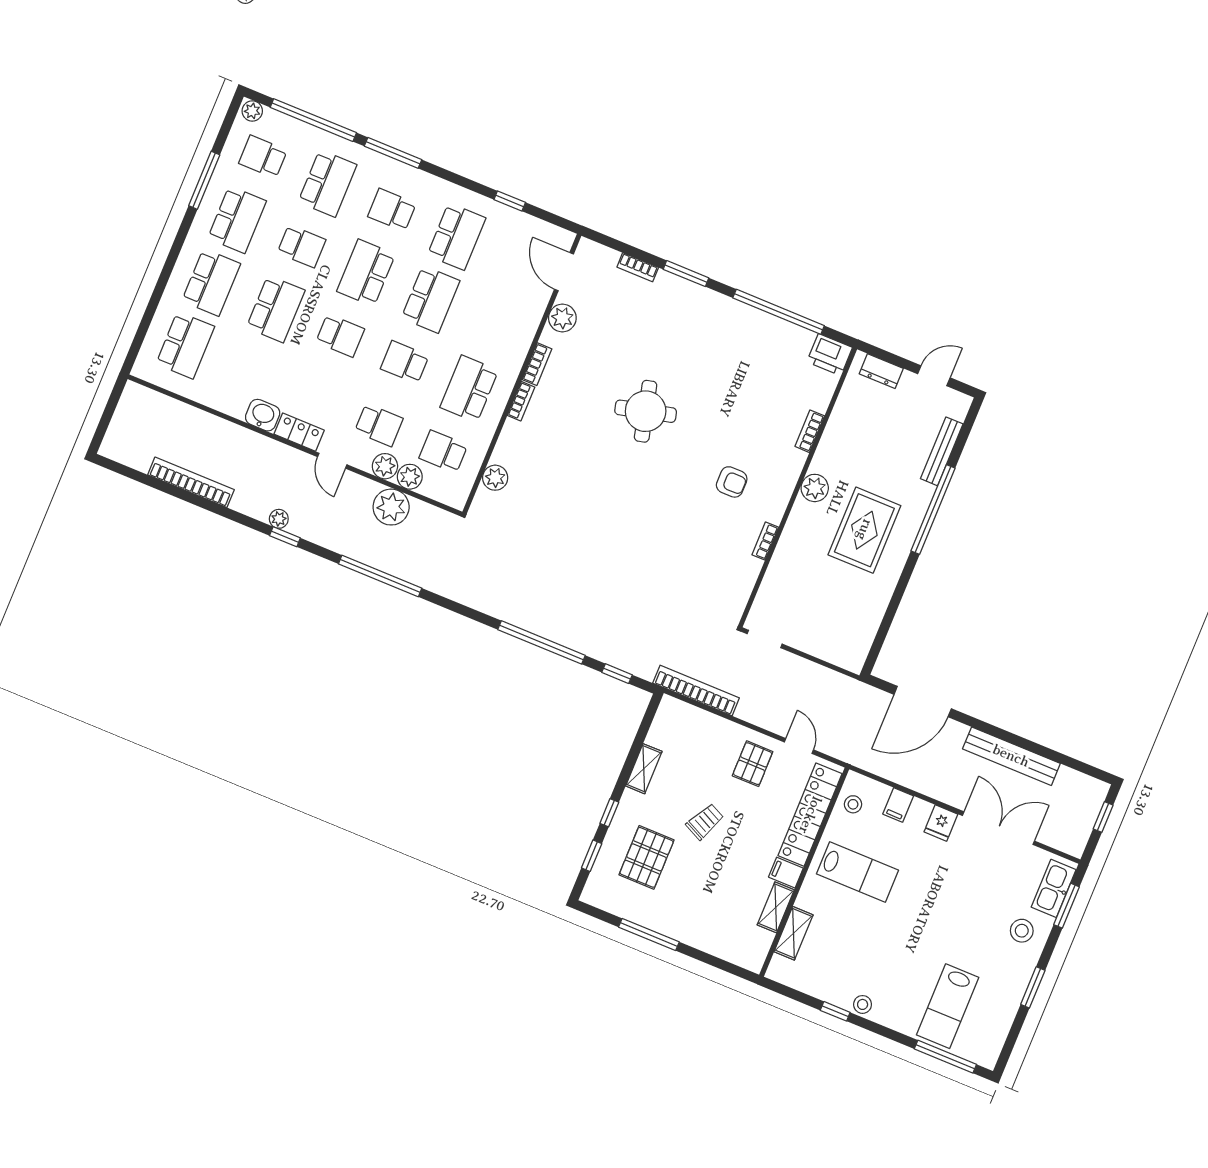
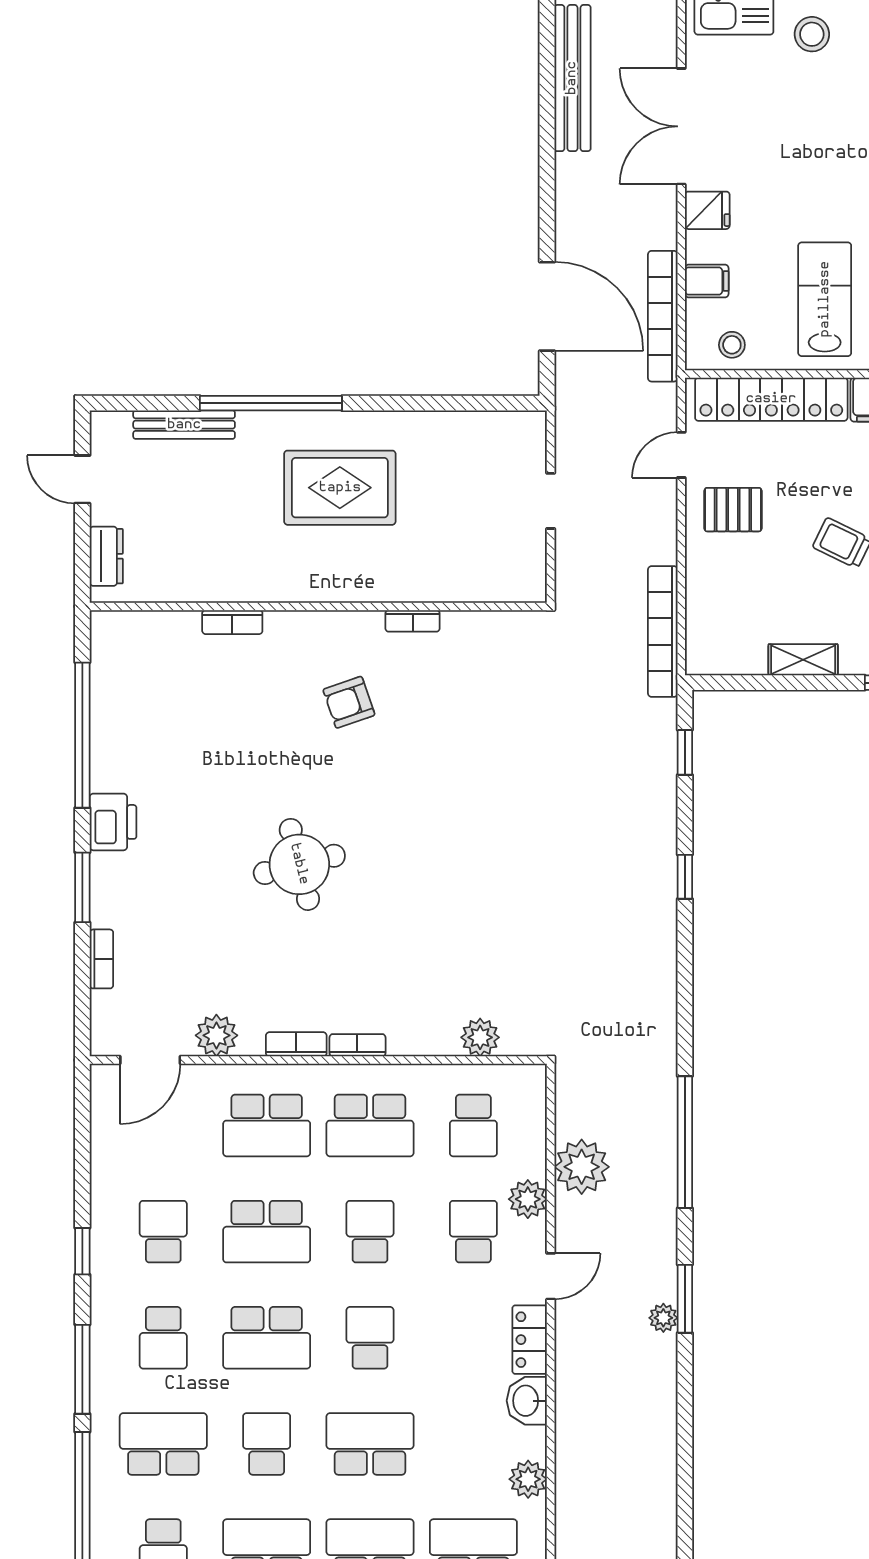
window: (510, 201) -> (82, 1251), moved
school desk: (456, 237) -> (163, 1232), width x0.54
school desk: (431, 299) -> (267, 1232), turned 180
school desk: (495, 326) -> (267, 1125), added
printer: (830, 355) -> (113, 822), moved
school desk: (405, 362) -> (370, 1232), turned 180
plant: (410, 477) -> (528, 1479), moved
bookcase: (191, 482) -> (663, 316), moved
armchair: (732, 482) -> (349, 702), turned -109
plant: (815, 488) -> (309, 582), removed
window: (285, 537) -> (685, 1299), width x1.50
doorway: (765, 639) -> (551, 501), moved
window: (542, 642) -> (685, 877), width x0.32
bench: (1011, 756) -> (572, 78), moved

